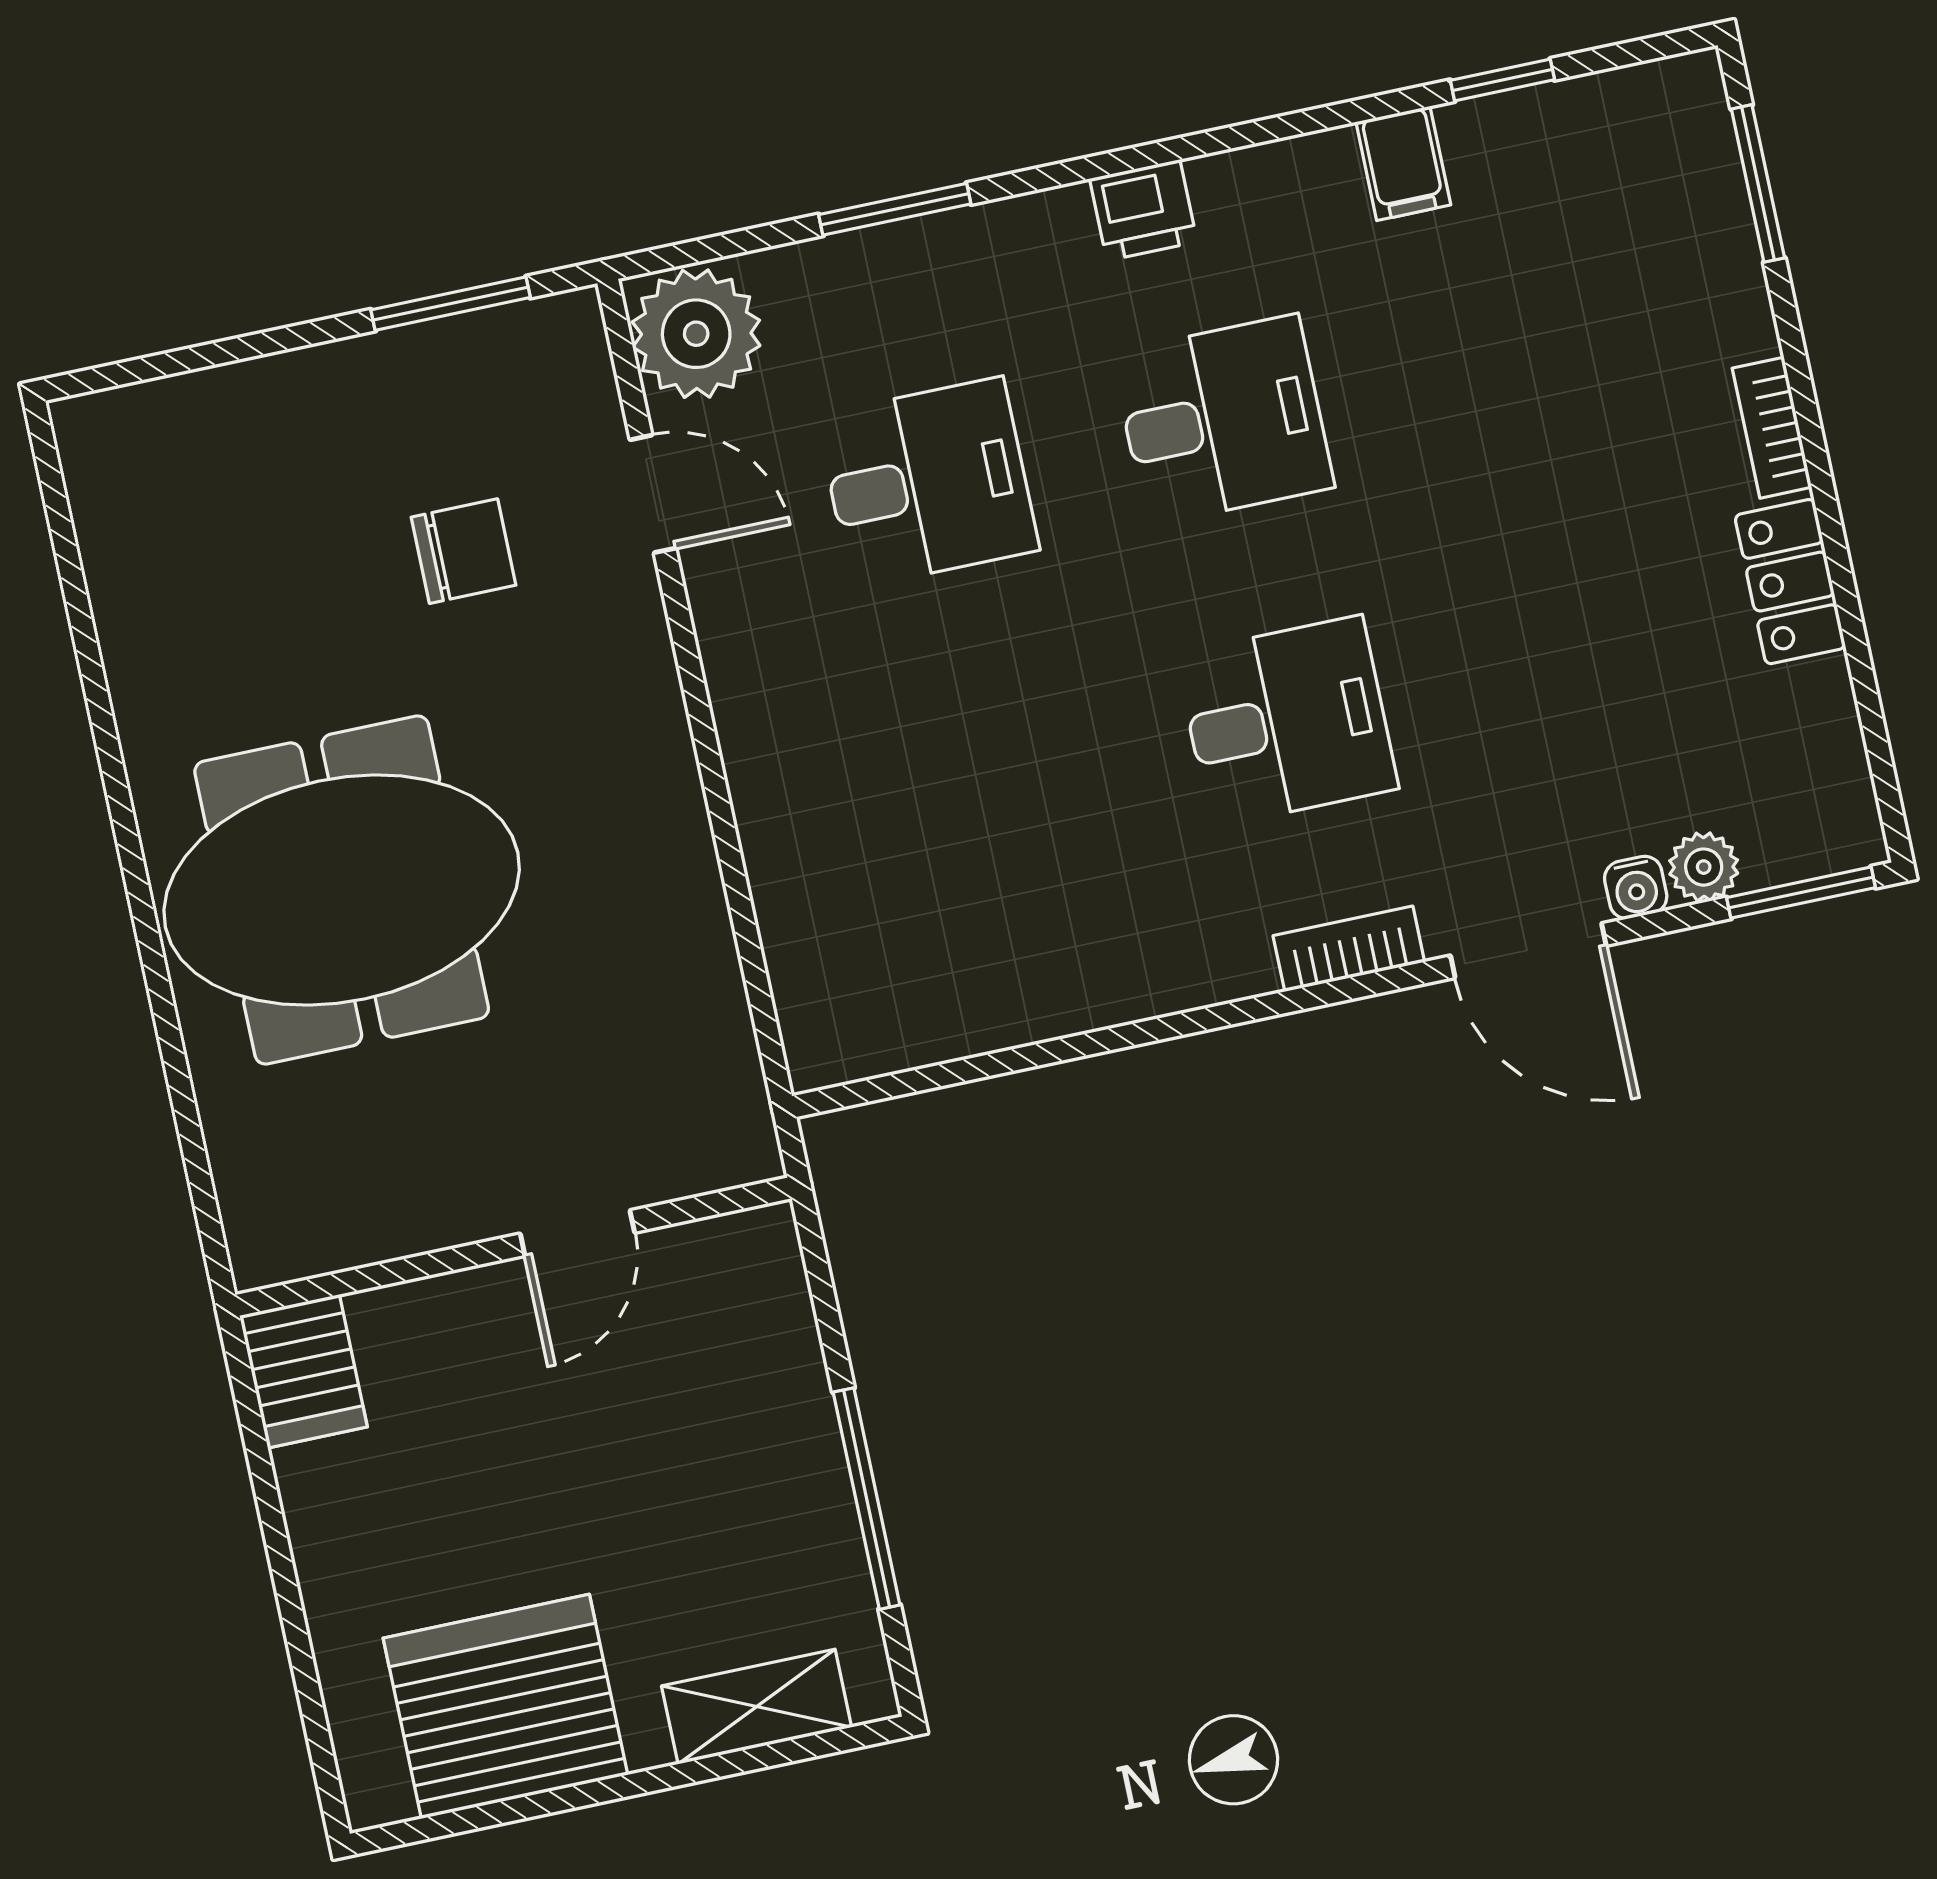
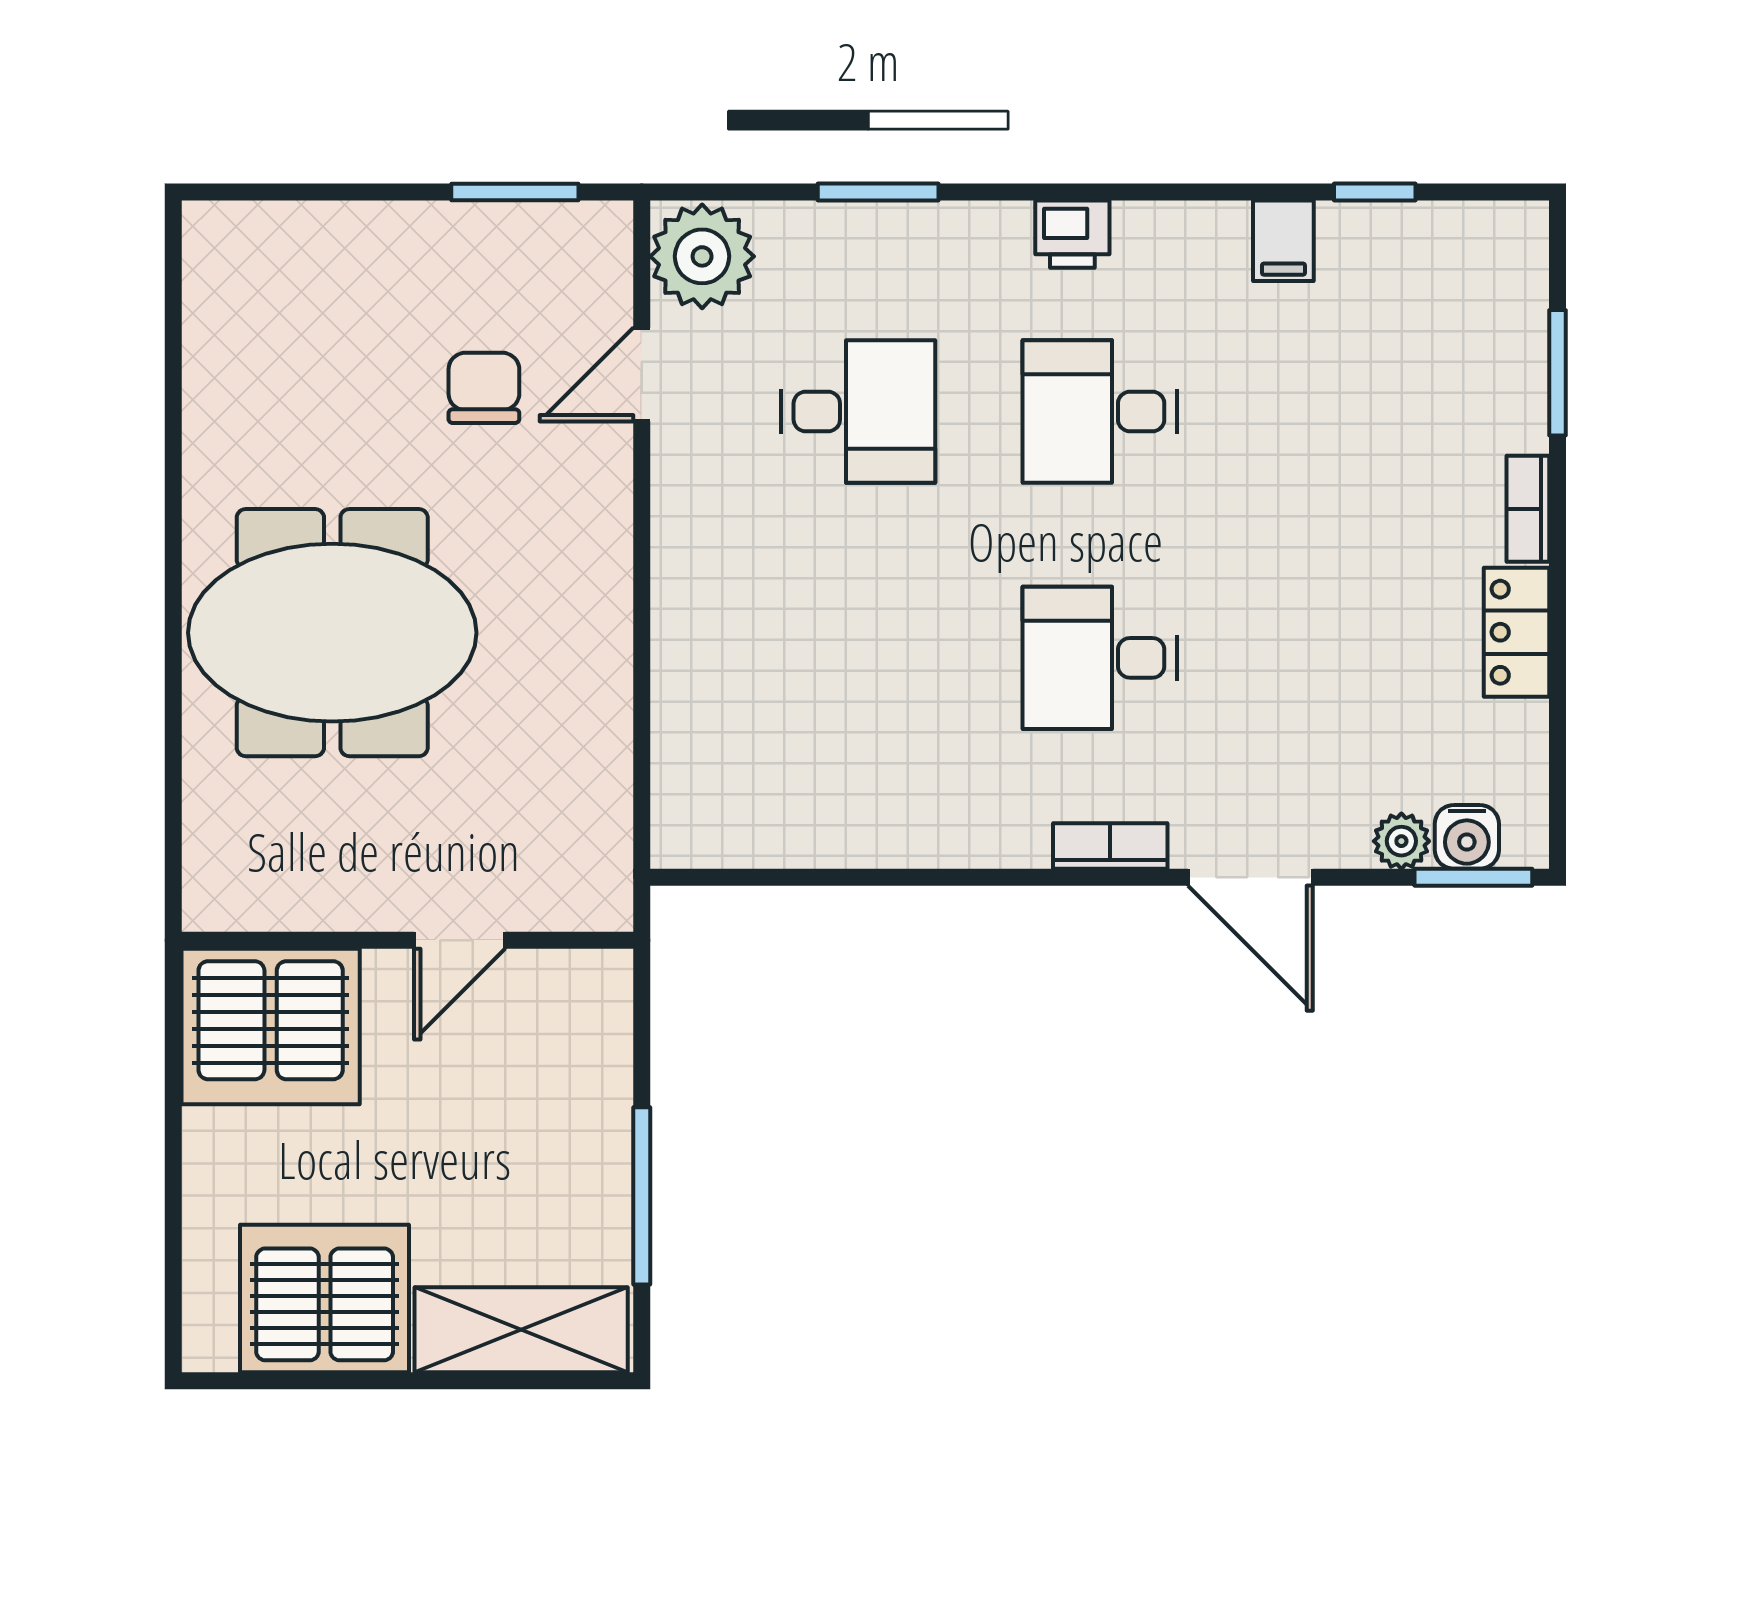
window: (1758, 183) -> (1558, 373), moved
desk: (1223, 420) -> (1100, 412), turned 180
door: (653, 494) -> (642, 375), swing flipped
chair: (464, 551) -> (484, 388), turned -90
desk: (1287, 721) -> (1100, 658), turned 180
water cooler: (1636, 887) -> (1467, 837), moved, width x1.38, depth x1.38
server rack: (304, 1371) -> (271, 1026), width x2.18, depth x1.44
shelving: (757, 1707) -> (521, 1330), width x1.50, depth x1.33

